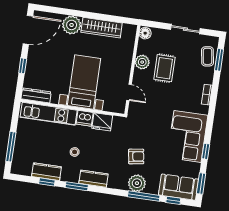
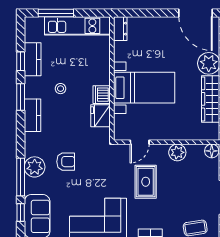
window: (23, 66) -> (153, 13), removed
rug: (164, 68) -> (146, 182), moved, turned 90
dresser: (36, 95) -> (120, 29), width x0.70
kitchen unit: (49, 114) -> (77, 26), moved, turned -90
armchair: (136, 156) -> (66, 162), turned -81

